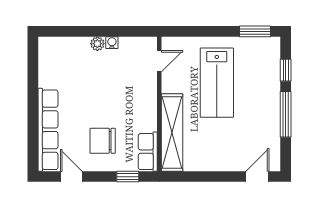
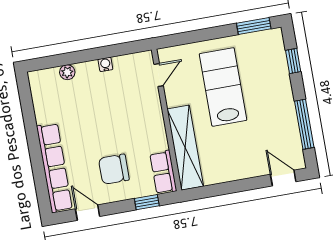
plant: (97, 44) -> (67, 72), moved
lab bench: (217, 83) -> (223, 87), turned 180
window: (286, 114) -> (304, 124), moved
door: (257, 177) -> (283, 178), hinge flipped

